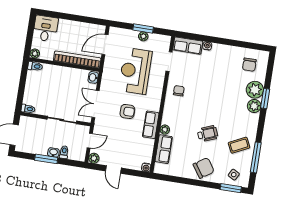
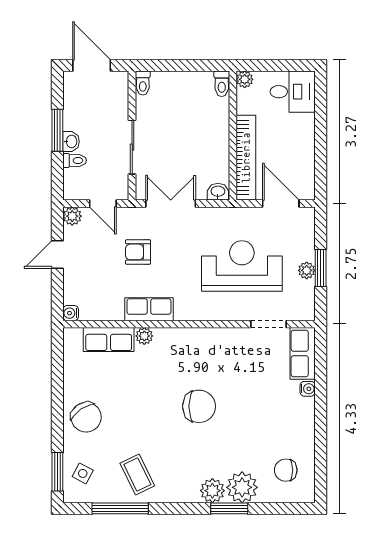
chair: (179, 91) -> (199, 406), moved, width x1.87, depth x1.87
armchair: (127, 111) -> (138, 252), moved, turned 90
wheelchair: (208, 134) -> (149, 414), removed

